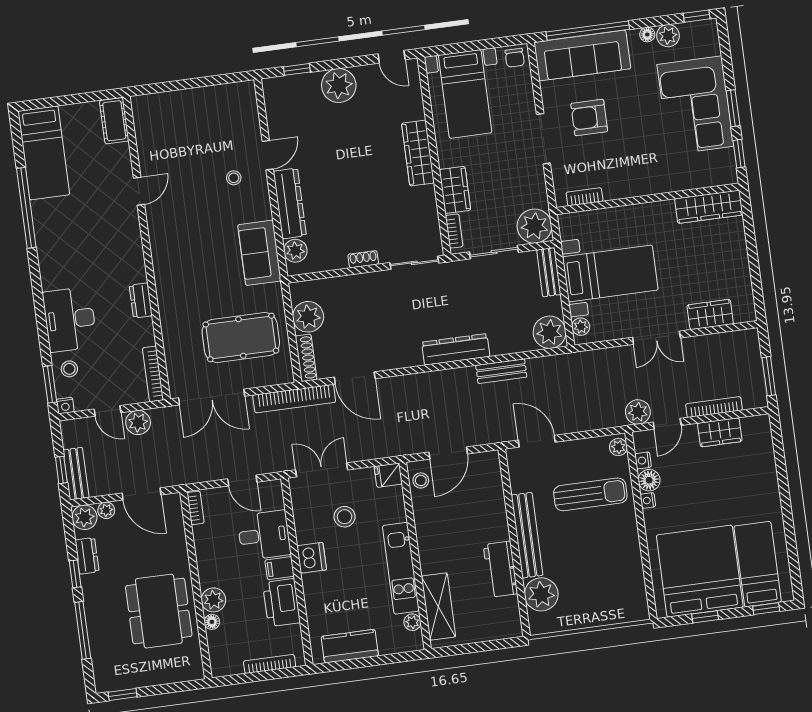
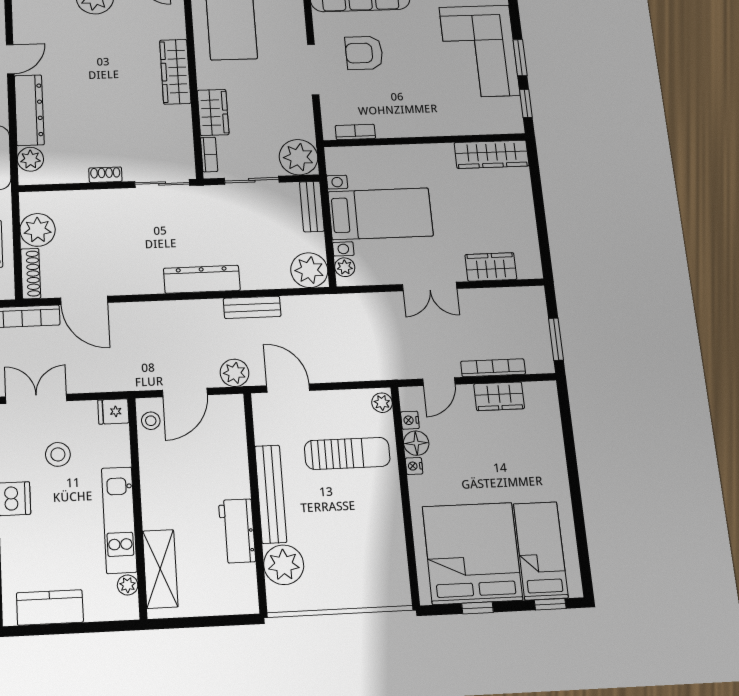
plant: (638, 412) -> (235, 373), moved

